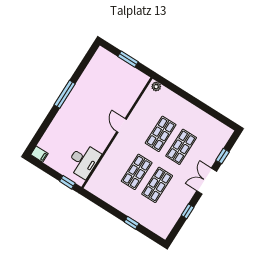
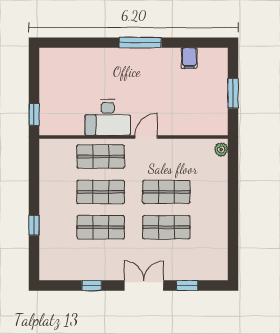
filing cabinet: (39, 154) -> (189, 58), moved
shop shelf: (116, 159) -> (101, 157), added
desk: (83, 161) -> (108, 118), moved

